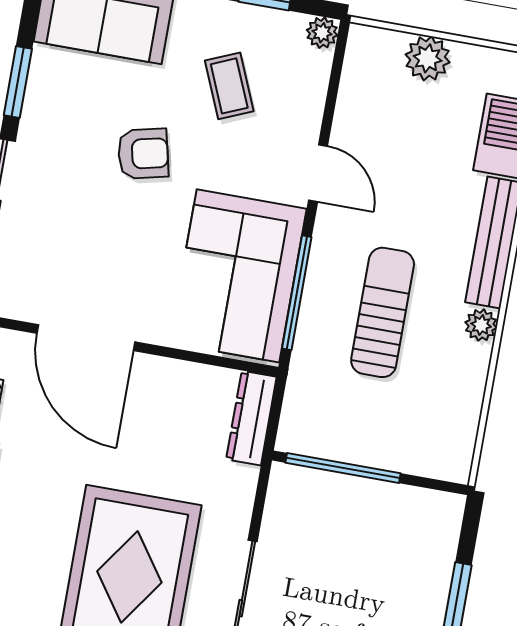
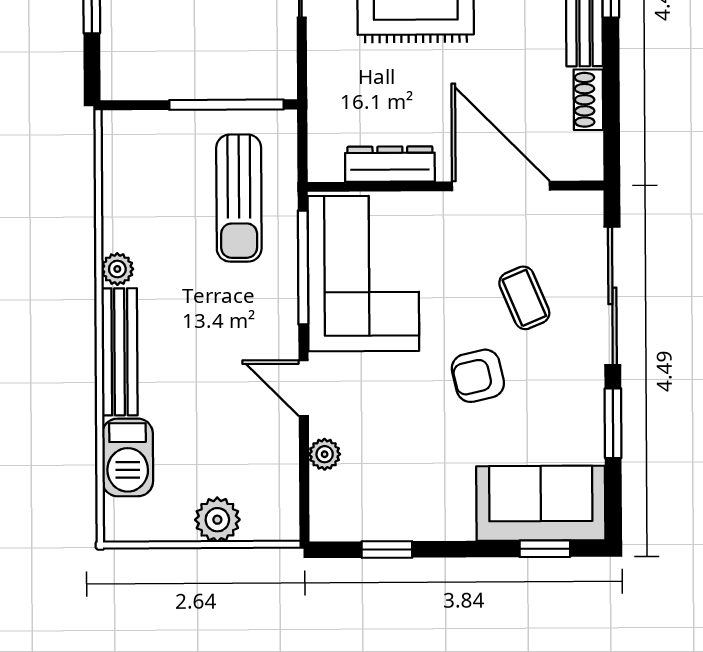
plant: (322, 33) -> (325, 454), moved
coffee table: (229, 86) -> (524, 298), moved
sun lounger: (383, 312) -> (239, 198), moved
dresser: (251, 418) -> (390, 164), moved, turned -90

